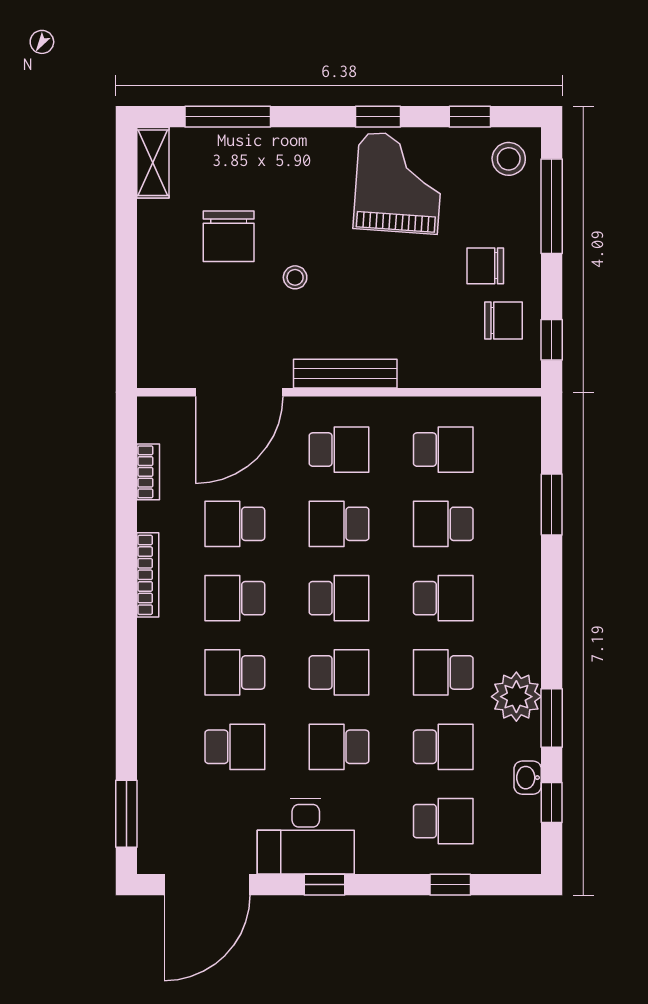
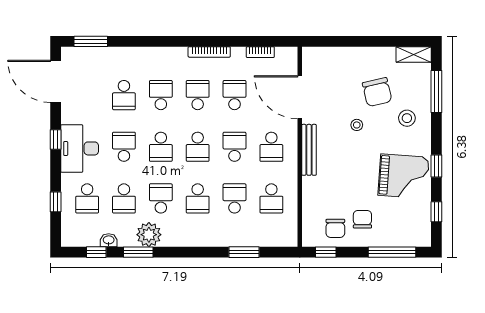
stool: (509, 159) -> (407, 118), moved
chair: (229, 236) -> (377, 92), turned -103
desk: (306, 836) -> (80, 148), moved

